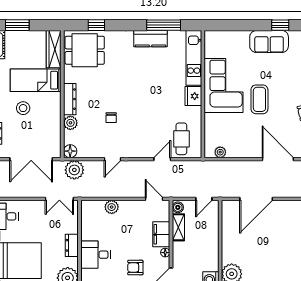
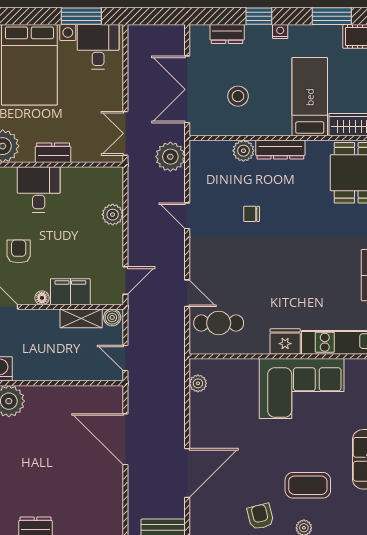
coffee table: (259, 99) -> (308, 485), moved
stool: (23, 108) -> (238, 96), moved
floor lamp: (70, 151) -> (199, 150), removed

